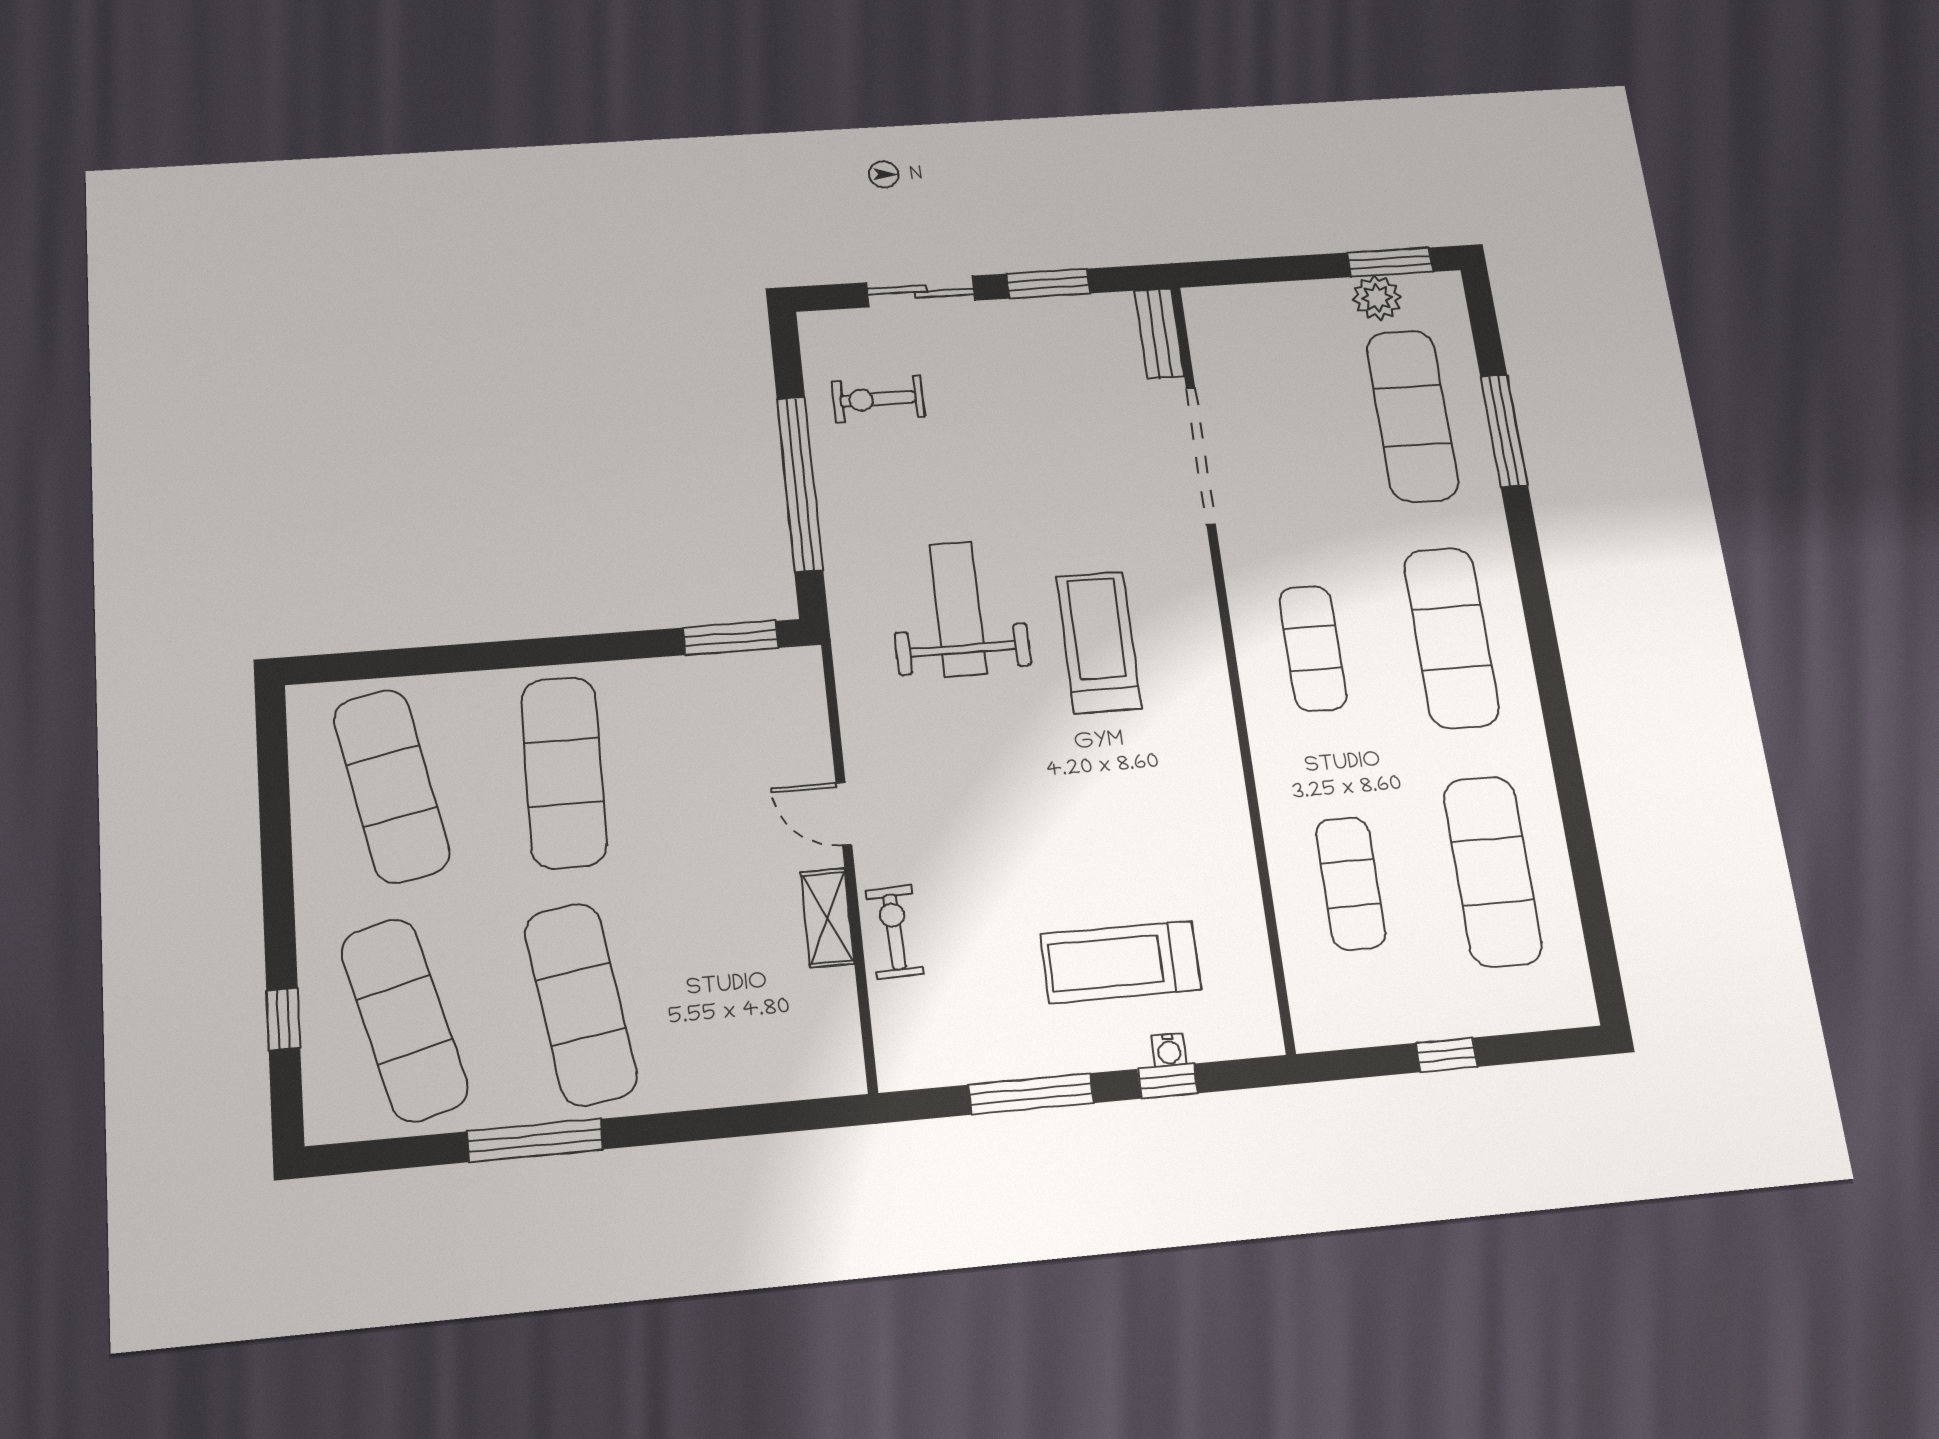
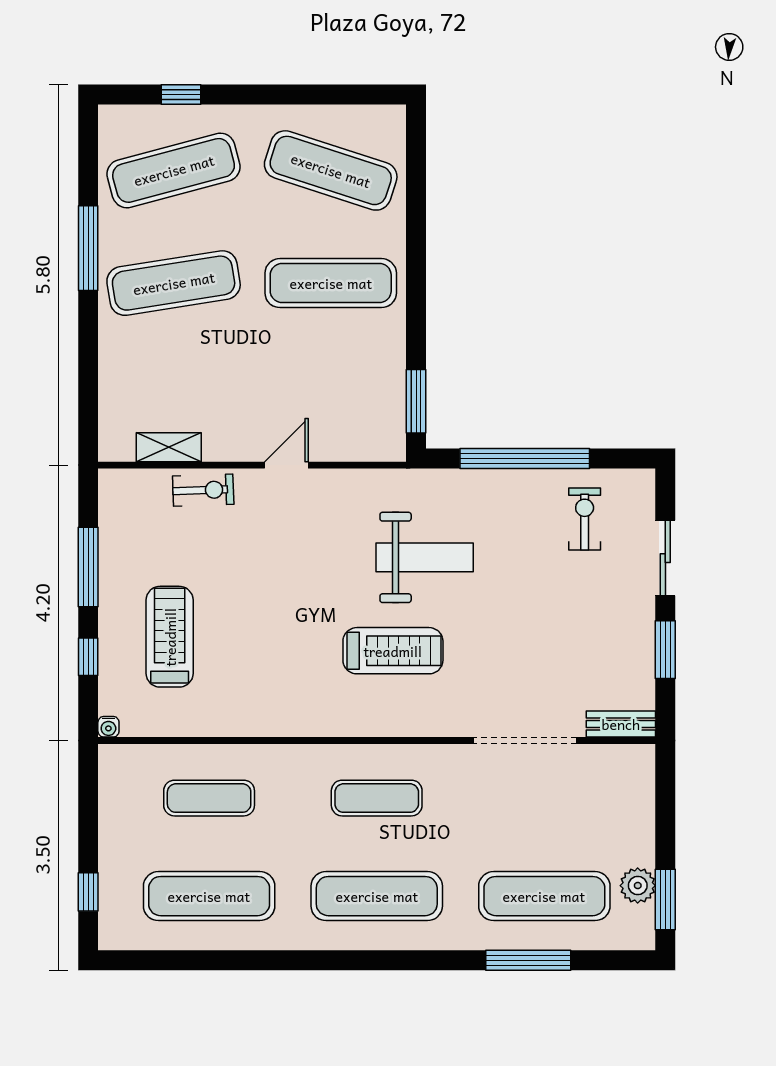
exercise mat: (392, 786) -> (331, 170), turned 30
shelving: (827, 918) -> (169, 447), moved
water cooler: (1169, 1050) -> (108, 727), moved, turned -90
window: (1447, 1055) -> (88, 892), moved

